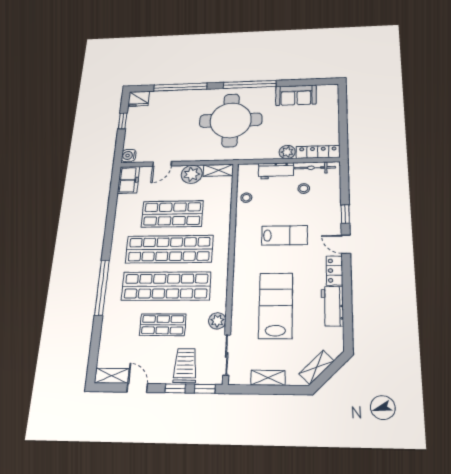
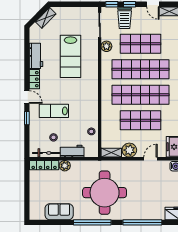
lab bench: (284, 235) -> (54, 111), moved
shop shelf: (163, 325) -> (140, 44), width x1.43, depth x1.36
shelving: (268, 378) -> (74, 11), removed

